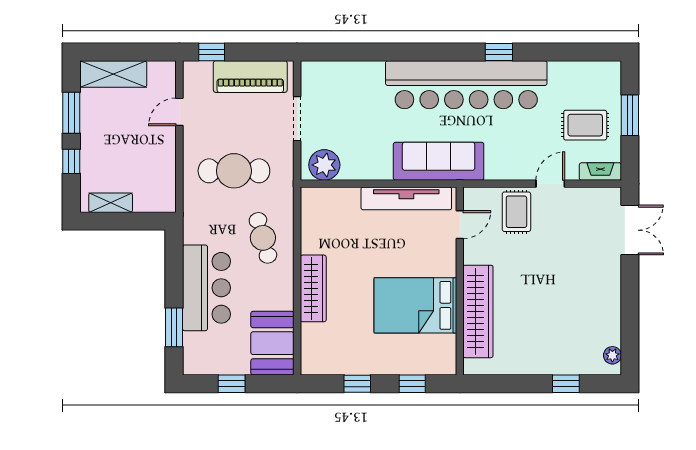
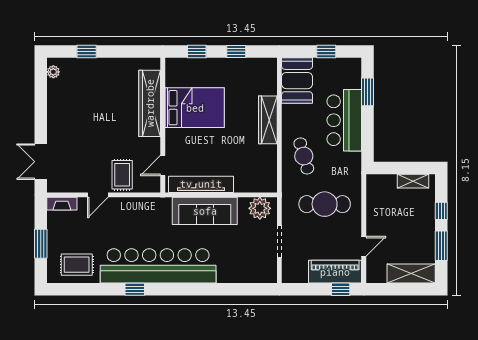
piano: (250, 77) -> (335, 272), moved
rug: (585, 125) -> (77, 265), moved
sofa: (439, 161) -> (205, 211), moved

